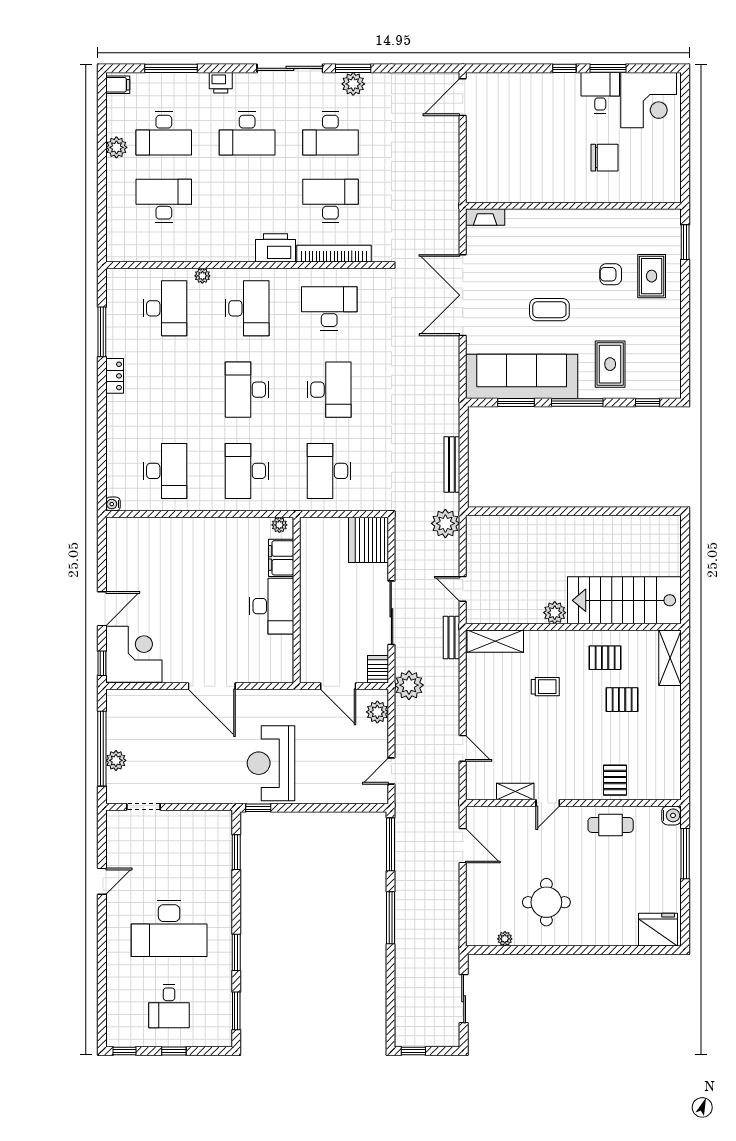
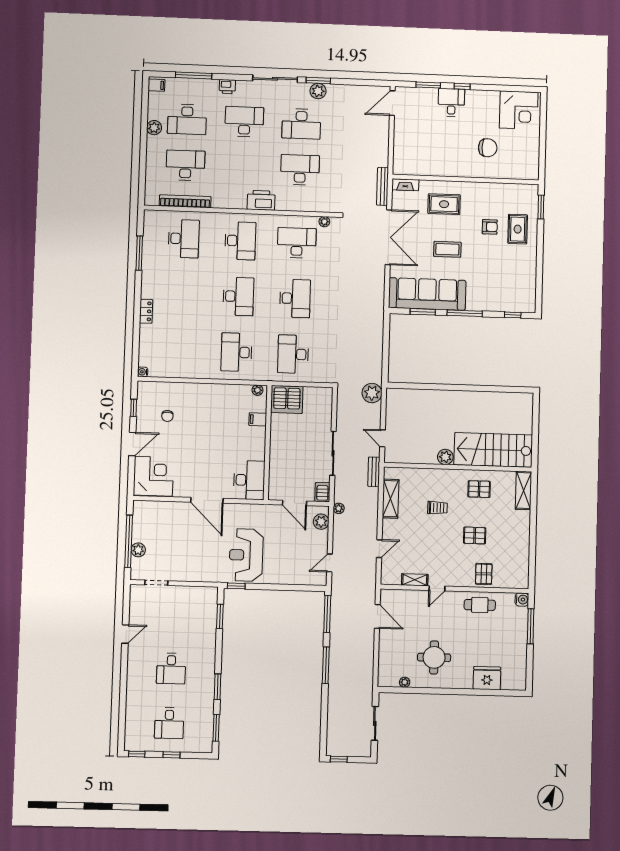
window: (608, 68) -> (428, 85), moved
desk: (600, 93) -> (451, 103), moved
desk: (247, 133) -> (244, 122), turned 180
bookcase: (334, 254) -> (185, 201), moved
armchair: (611, 274) -> (490, 227), turned 180
plant: (202, 276) -> (324, 222), moved
double door: (463, 295) -> (388, 237), swing flipped
rug: (610, 364) -> (444, 204), moved, turned 90
locker: (115, 376) -> (146, 311), moved
desk: (247, 390) -> (238, 296), turned 180
bench: (452, 465) -> (383, 186), moved
desk: (165, 471) -> (180, 350), removed
server rack: (369, 540) -> (287, 400), moved, turned -90
filing cabinet: (281, 558) -> (258, 419), width x0.50
chair: (151, 567) -> (167, 416), added
desk: (272, 606) -> (249, 480), moved
shelving: (495, 641) -> (391, 499), moved, turned 90
window: (102, 663) -> (134, 408), moved
plant: (409, 685) -> (339, 508), width x0.53, depth x0.53
pallet: (622, 700) -> (475, 535), moved
door: (463, 748) -> (379, 549), hinge flipped
desk: (169, 928) -> (171, 668), width x0.53, depth x0.77
fridge: (658, 930) -> (487, 678), moved

